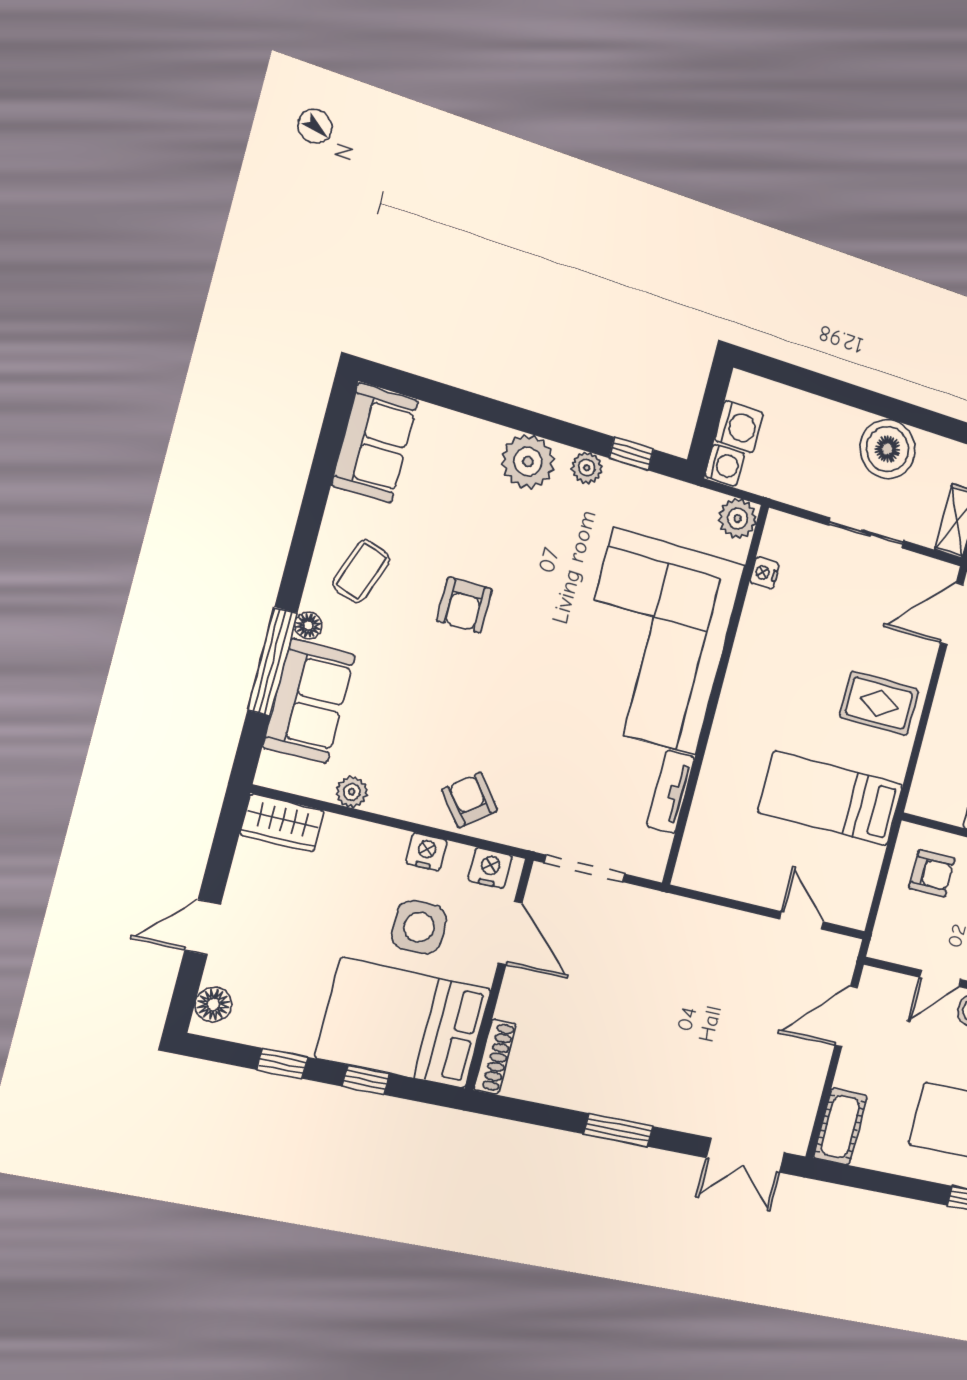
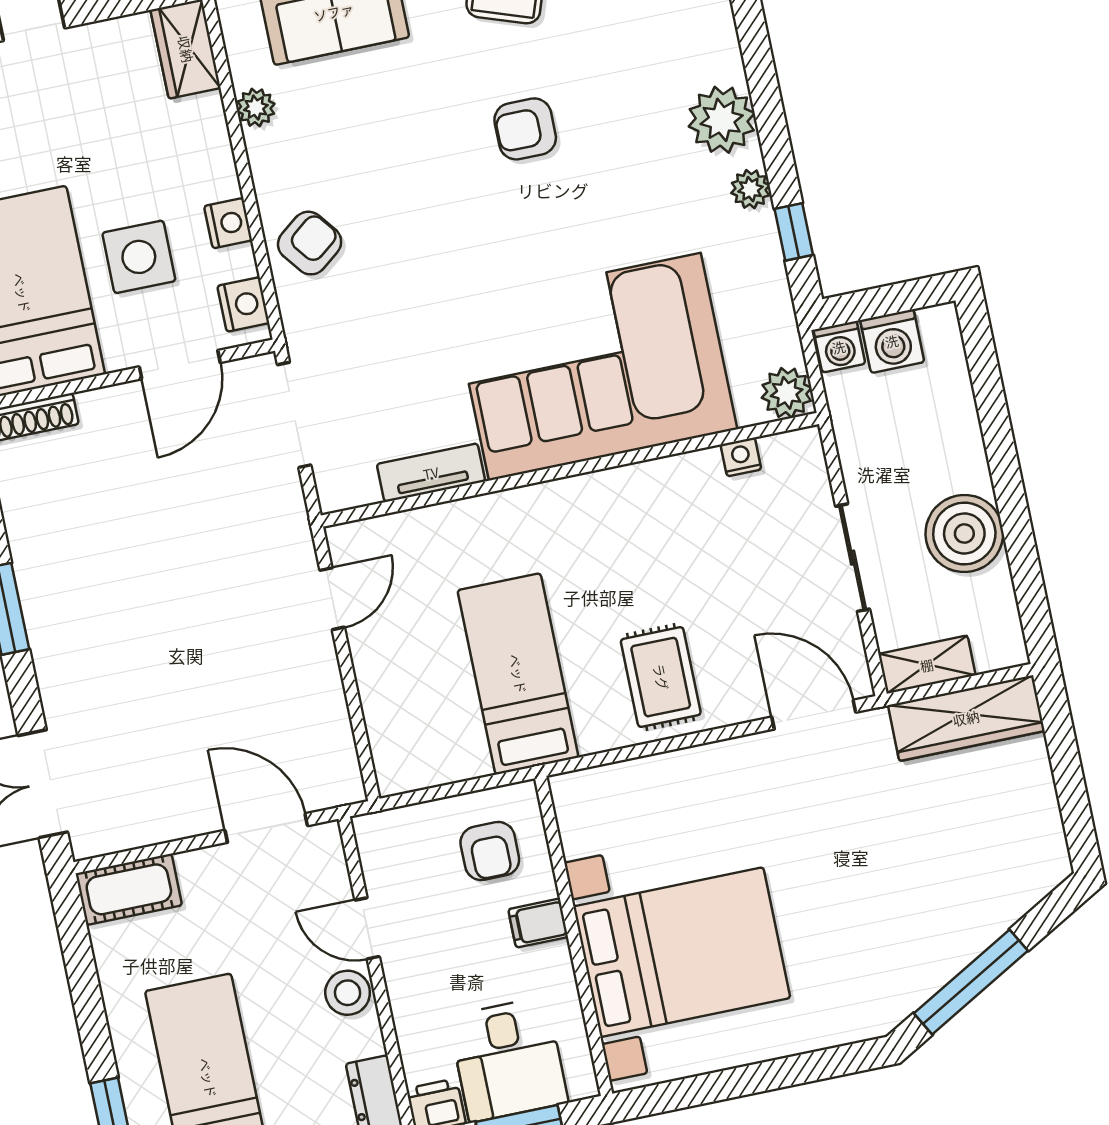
door: (801, 920) -> (332, 599), moved

